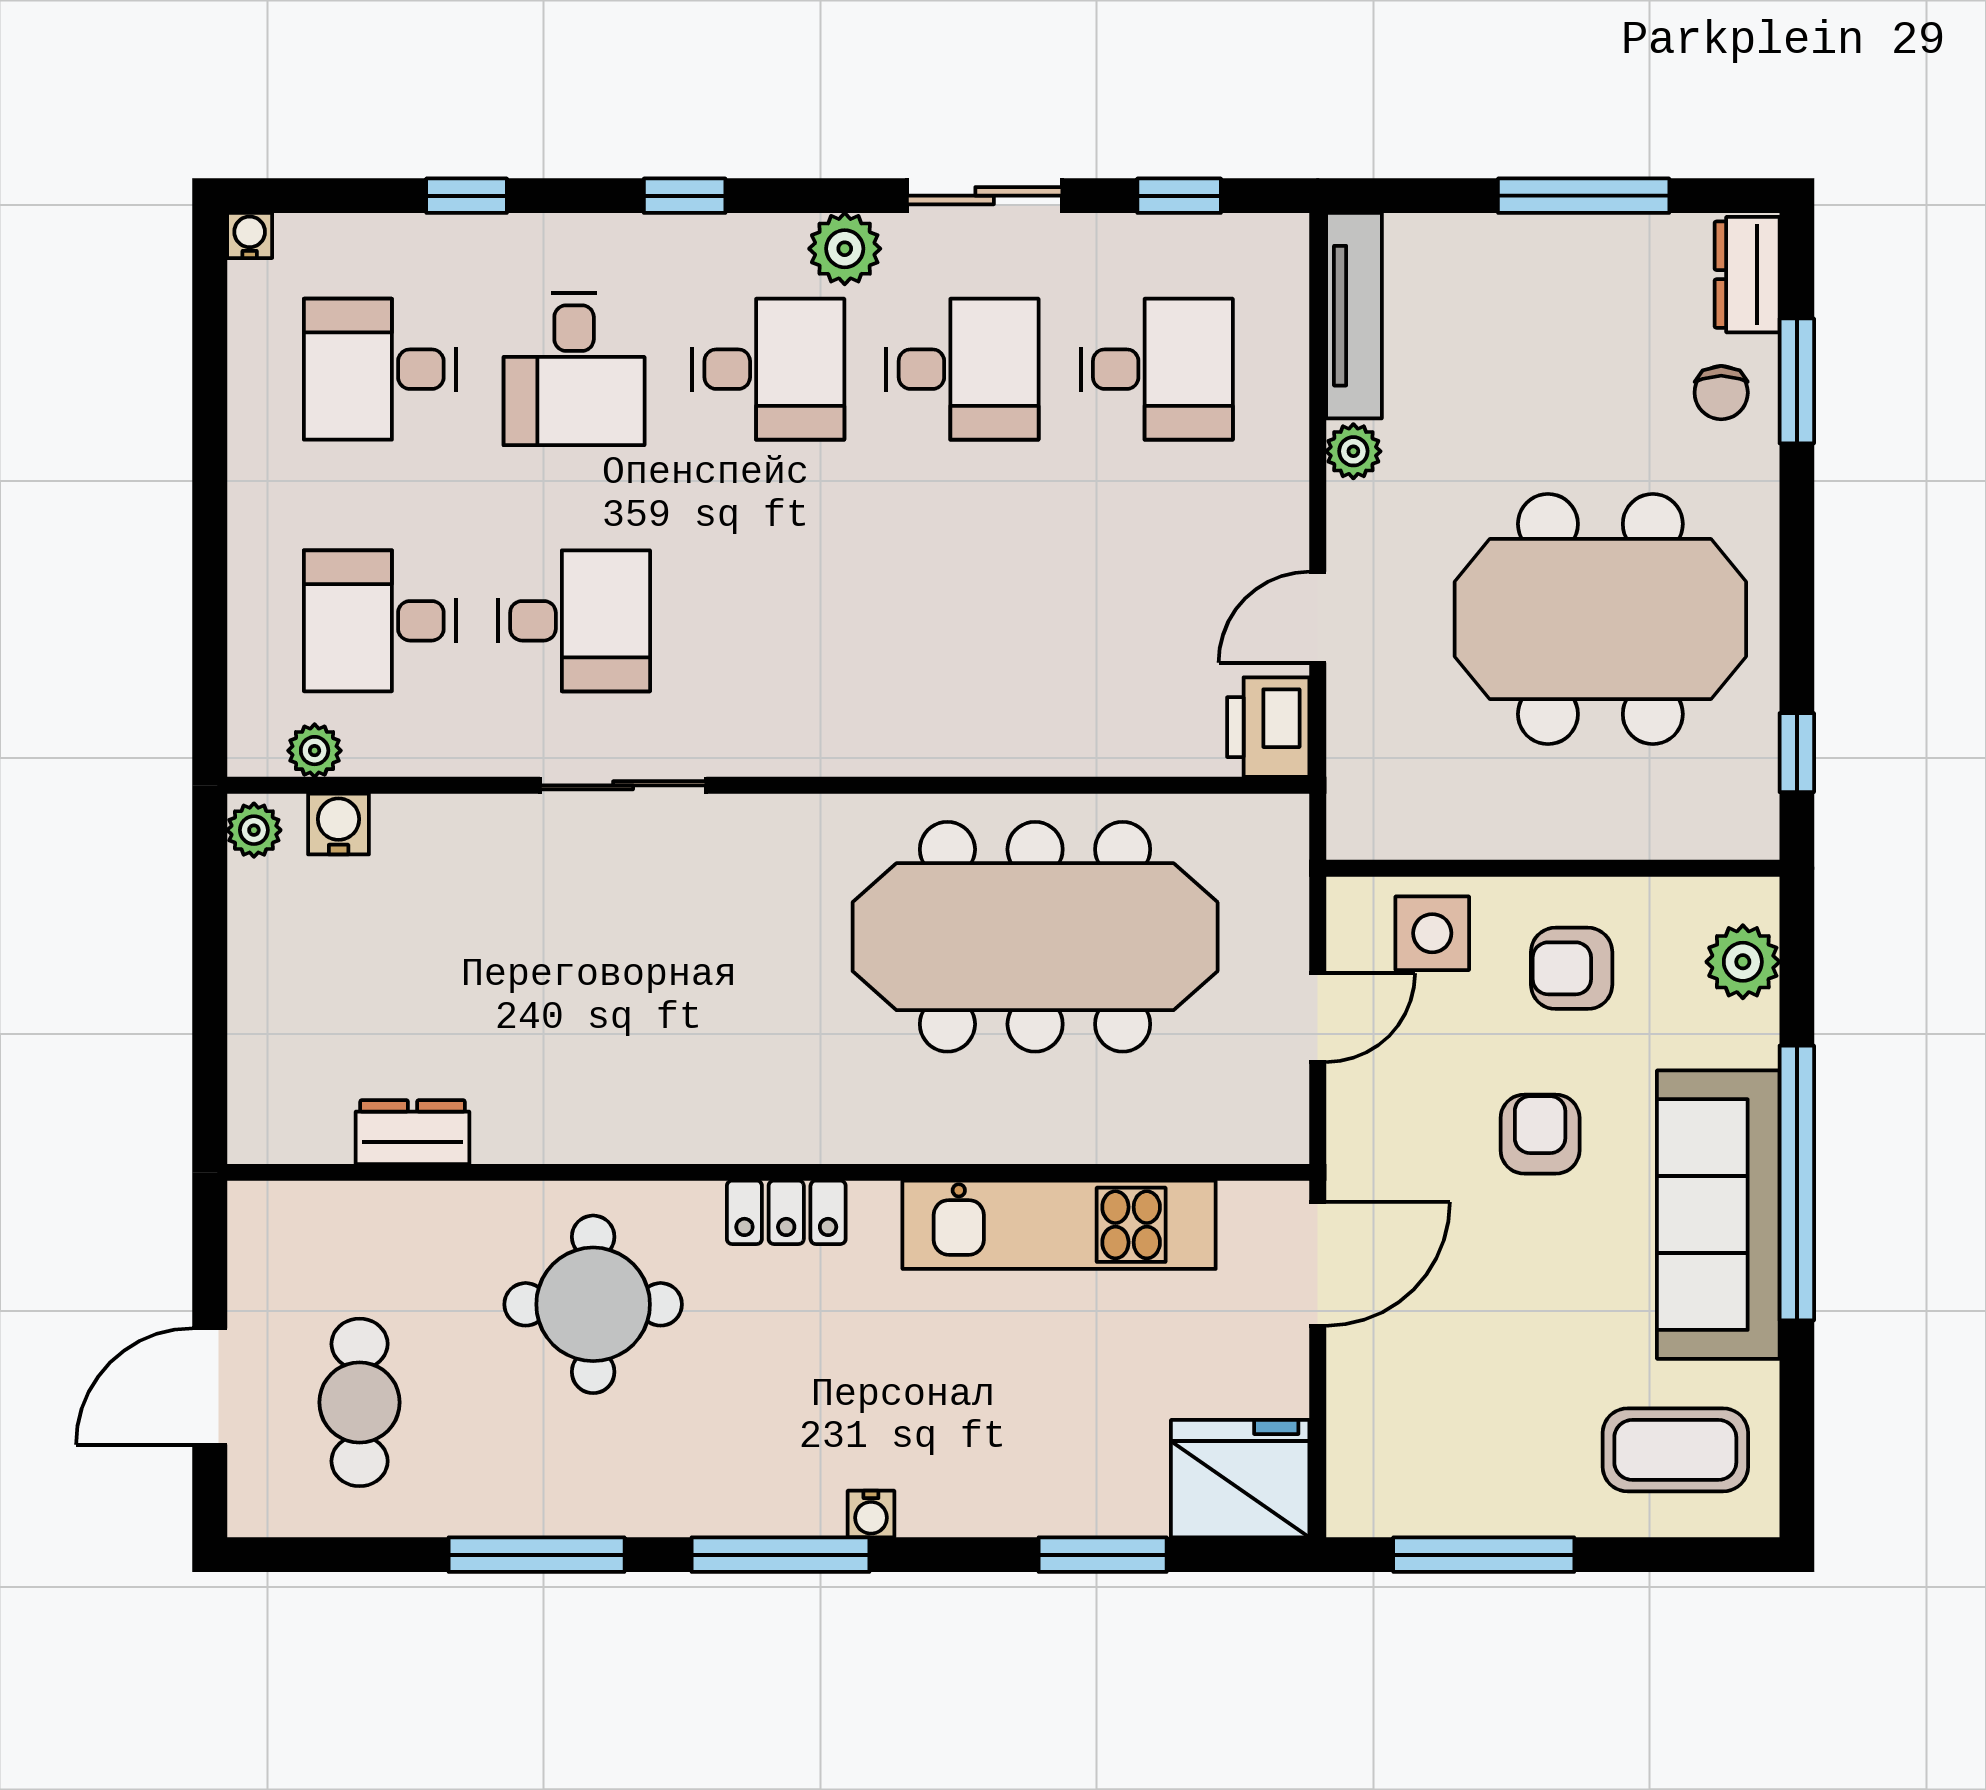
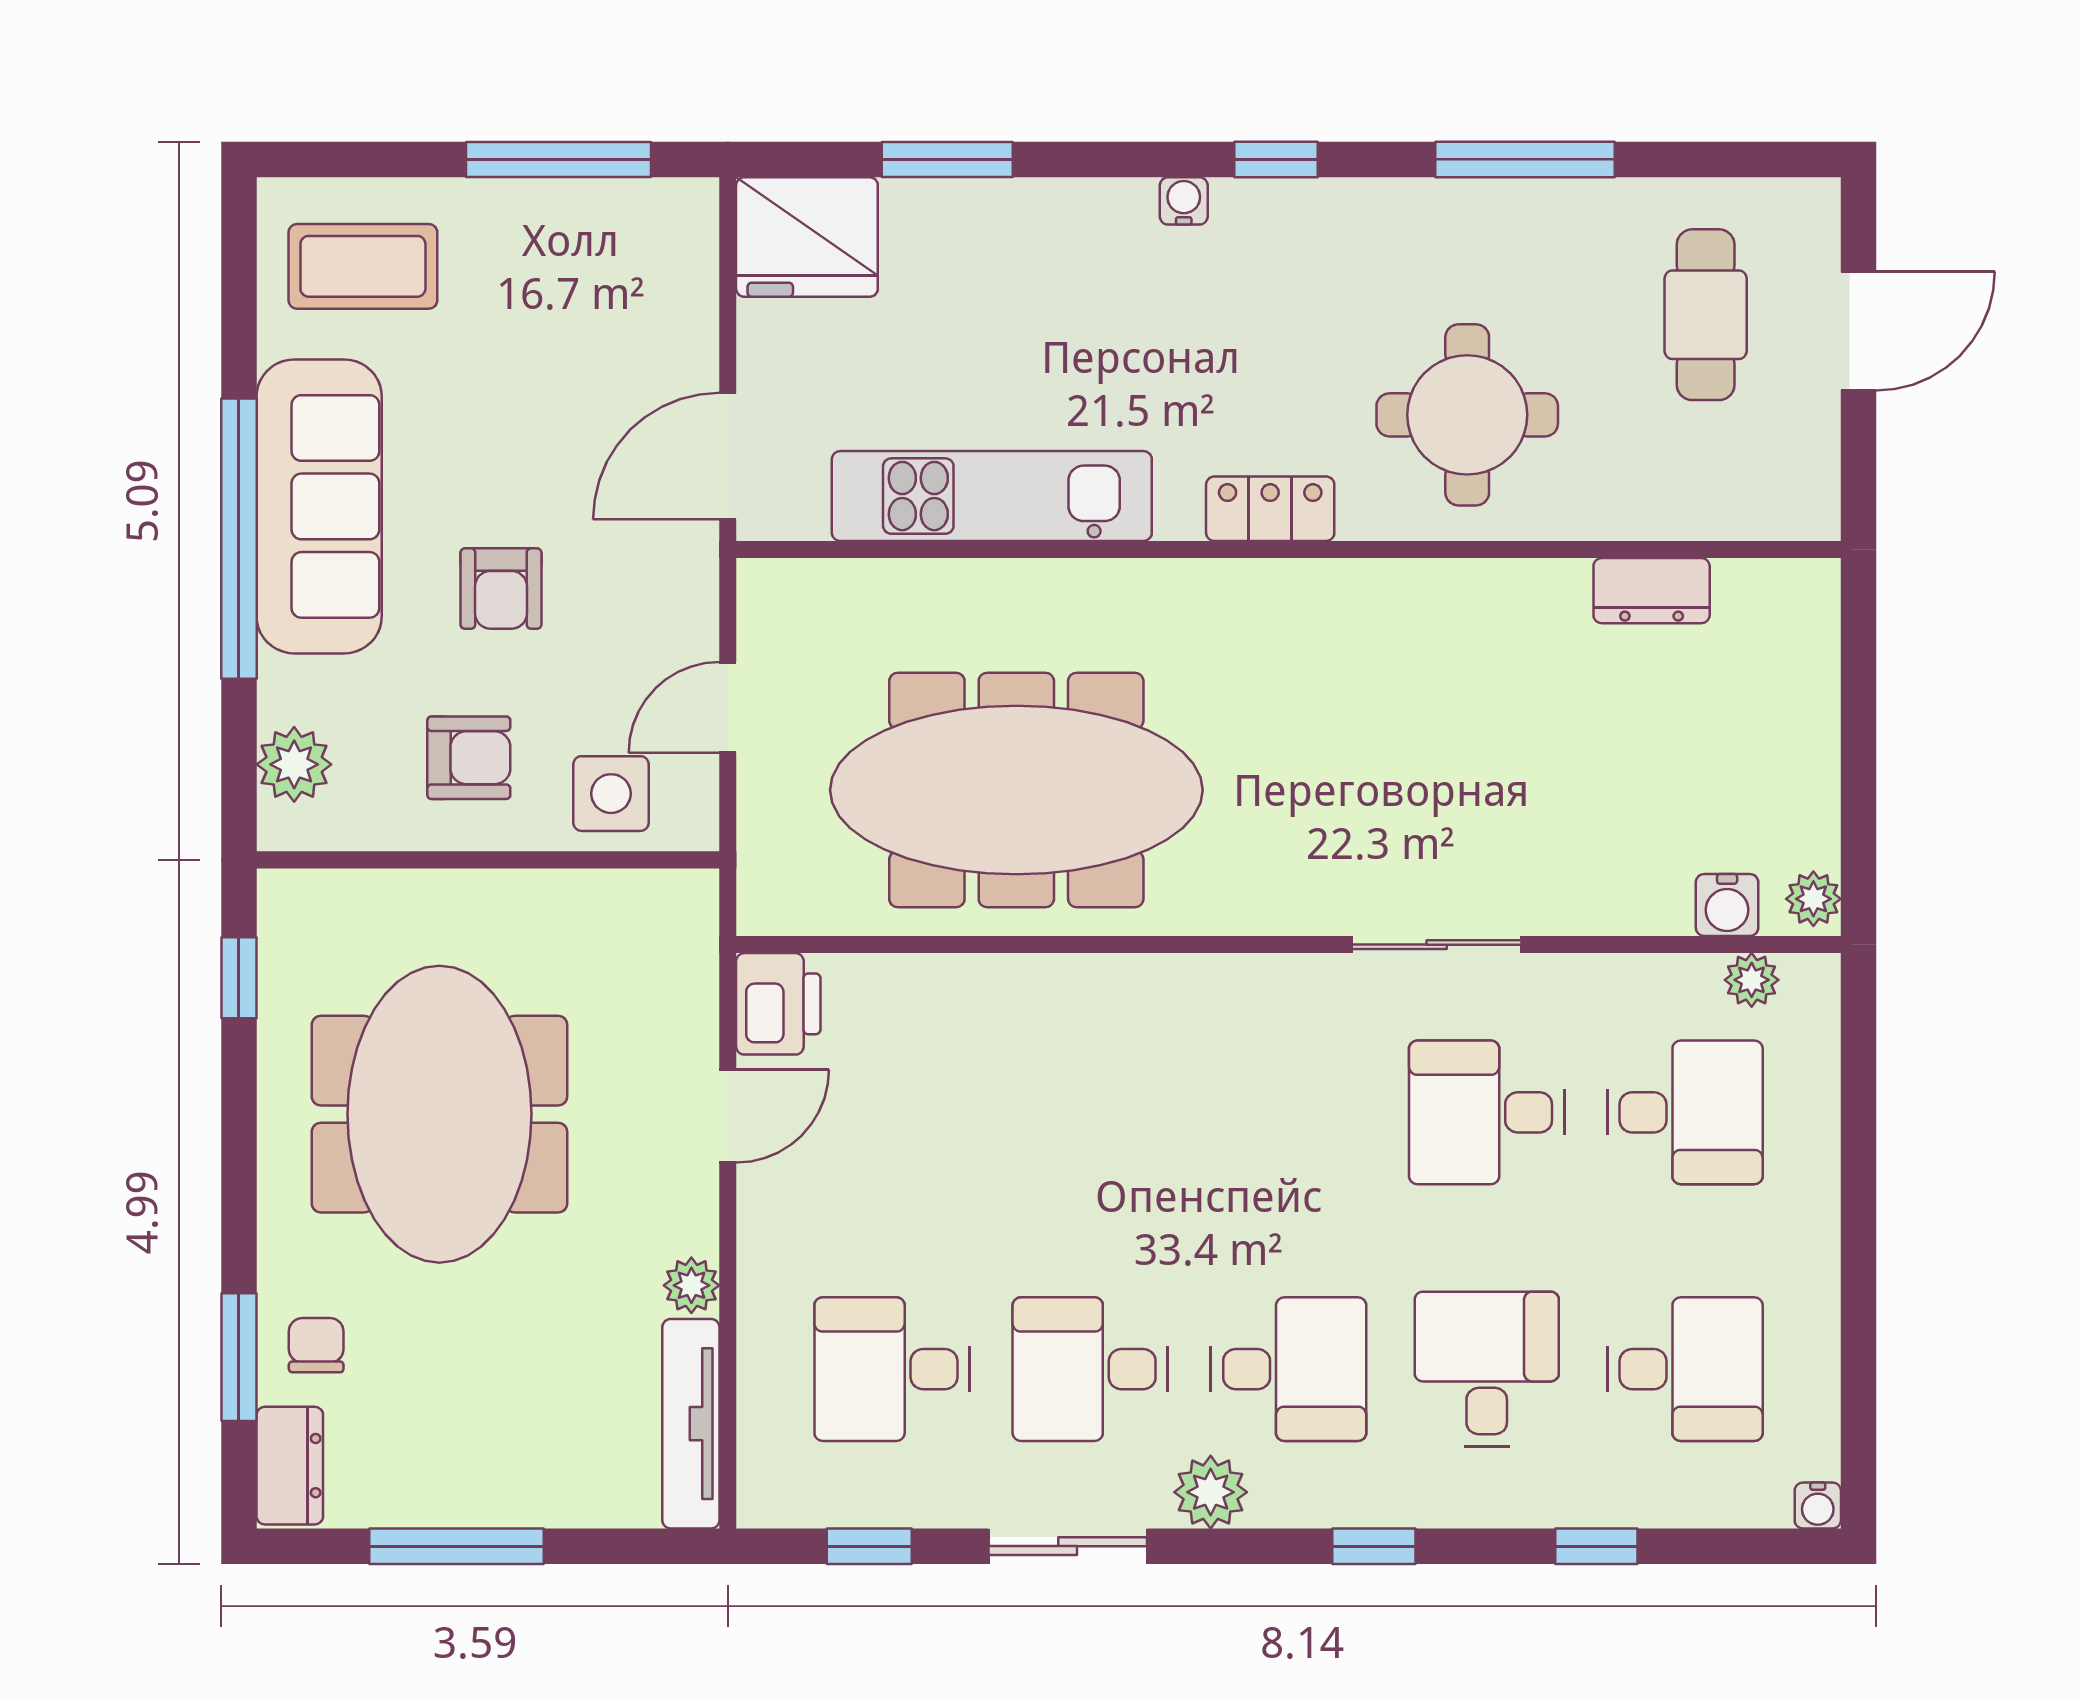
desk: (768, 369) -> (1289, 1369), turned 180
meeting table: (1600, 619) -> (439, 1114), turned 90
window: (781, 1555) -> (1276, 159), width x0.46

